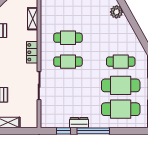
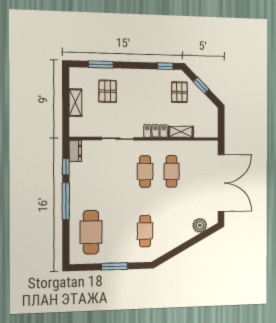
shelving: (33, 19) -> (181, 132), moved
cafe table: (121, 85) -> (118, 232), removed
dresser: (79, 123) -> (75, 151), moved

